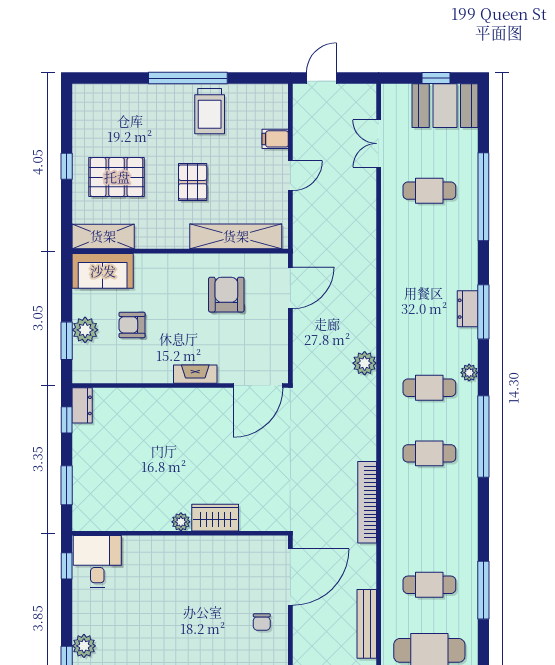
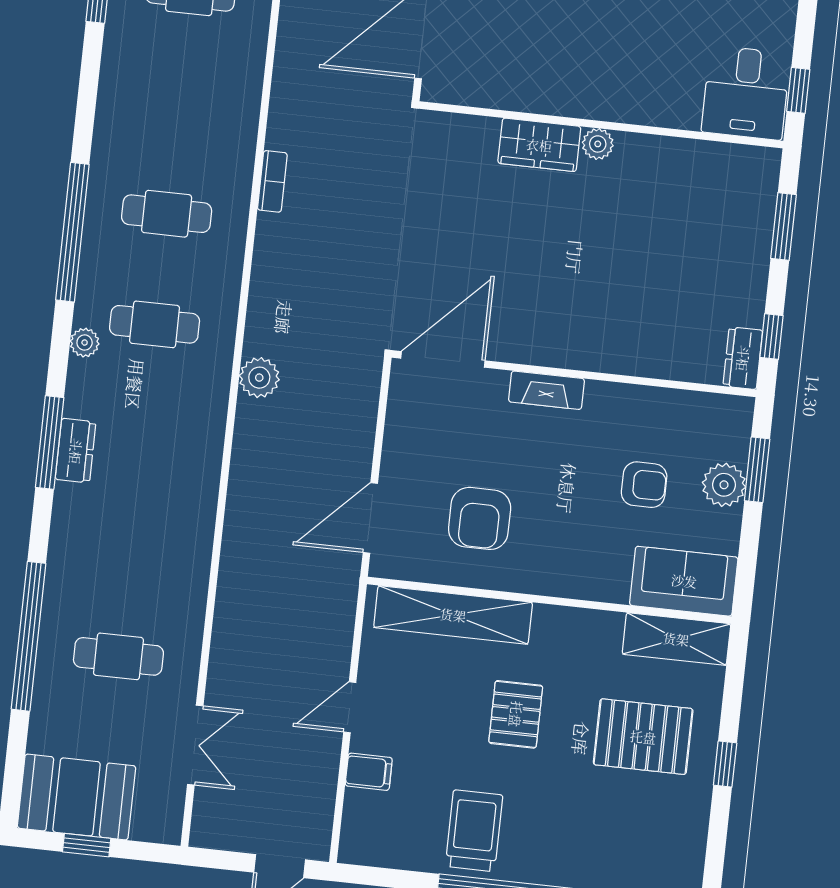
bookcase: (367, 502) -> (272, 181), width x0.43, depth x0.76

